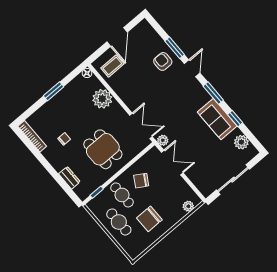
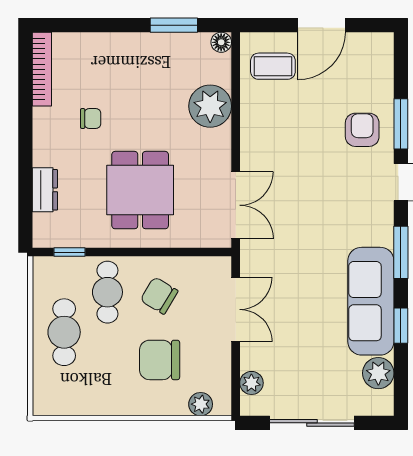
window: (54, 91) -> (174, 25), moved
sofa: (217, 119) -> (371, 301), width x1.36
plant: (163, 140) -> (251, 383), moved
chair: (149, 219) -> (160, 360), moved

